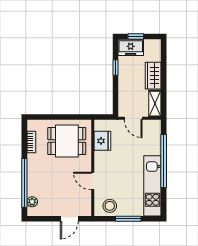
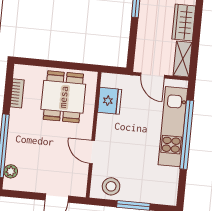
dining table: (67, 141) -> (63, 97), turned 90
kitchen unit: (152, 186) -> (173, 127), moved

